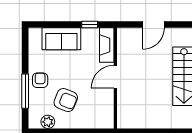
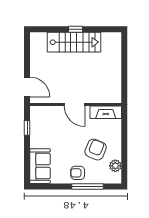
door: (153, 25) -> (27, 87), moved
sofa: (61, 39) -> (40, 166), moved
fireplace: (107, 45) -> (106, 112), moved

